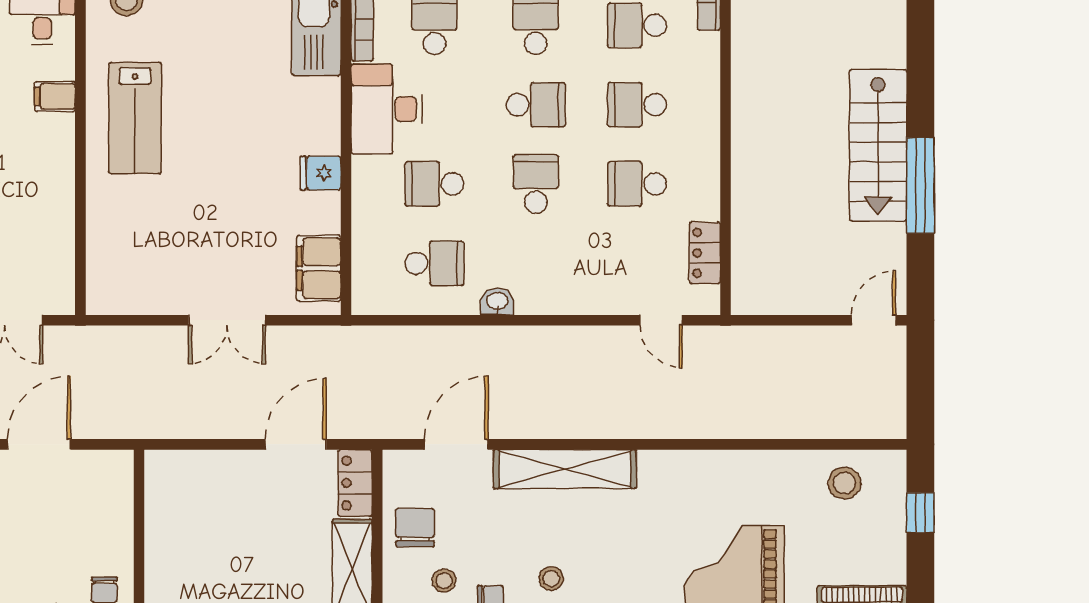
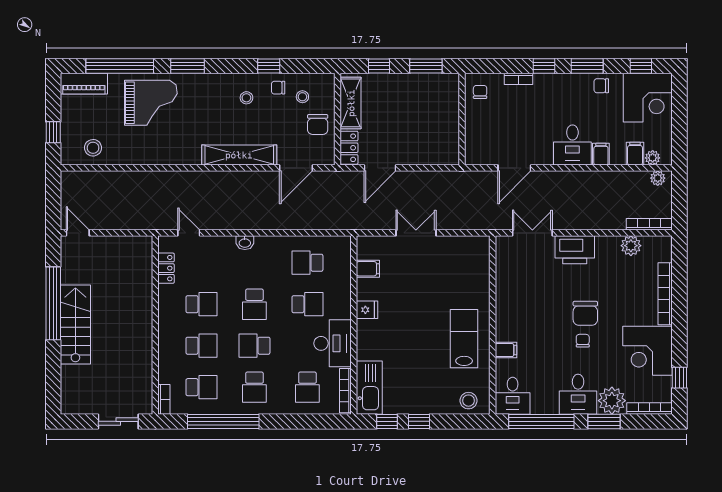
window: (920, 186) -> (53, 303), width x1.46
filing cabinet: (319, 268) -> (368, 269), width x0.50
washbasin: (497, 302) -> (245, 243), moved
door: (874, 320) -> (78, 233), swing flipped

